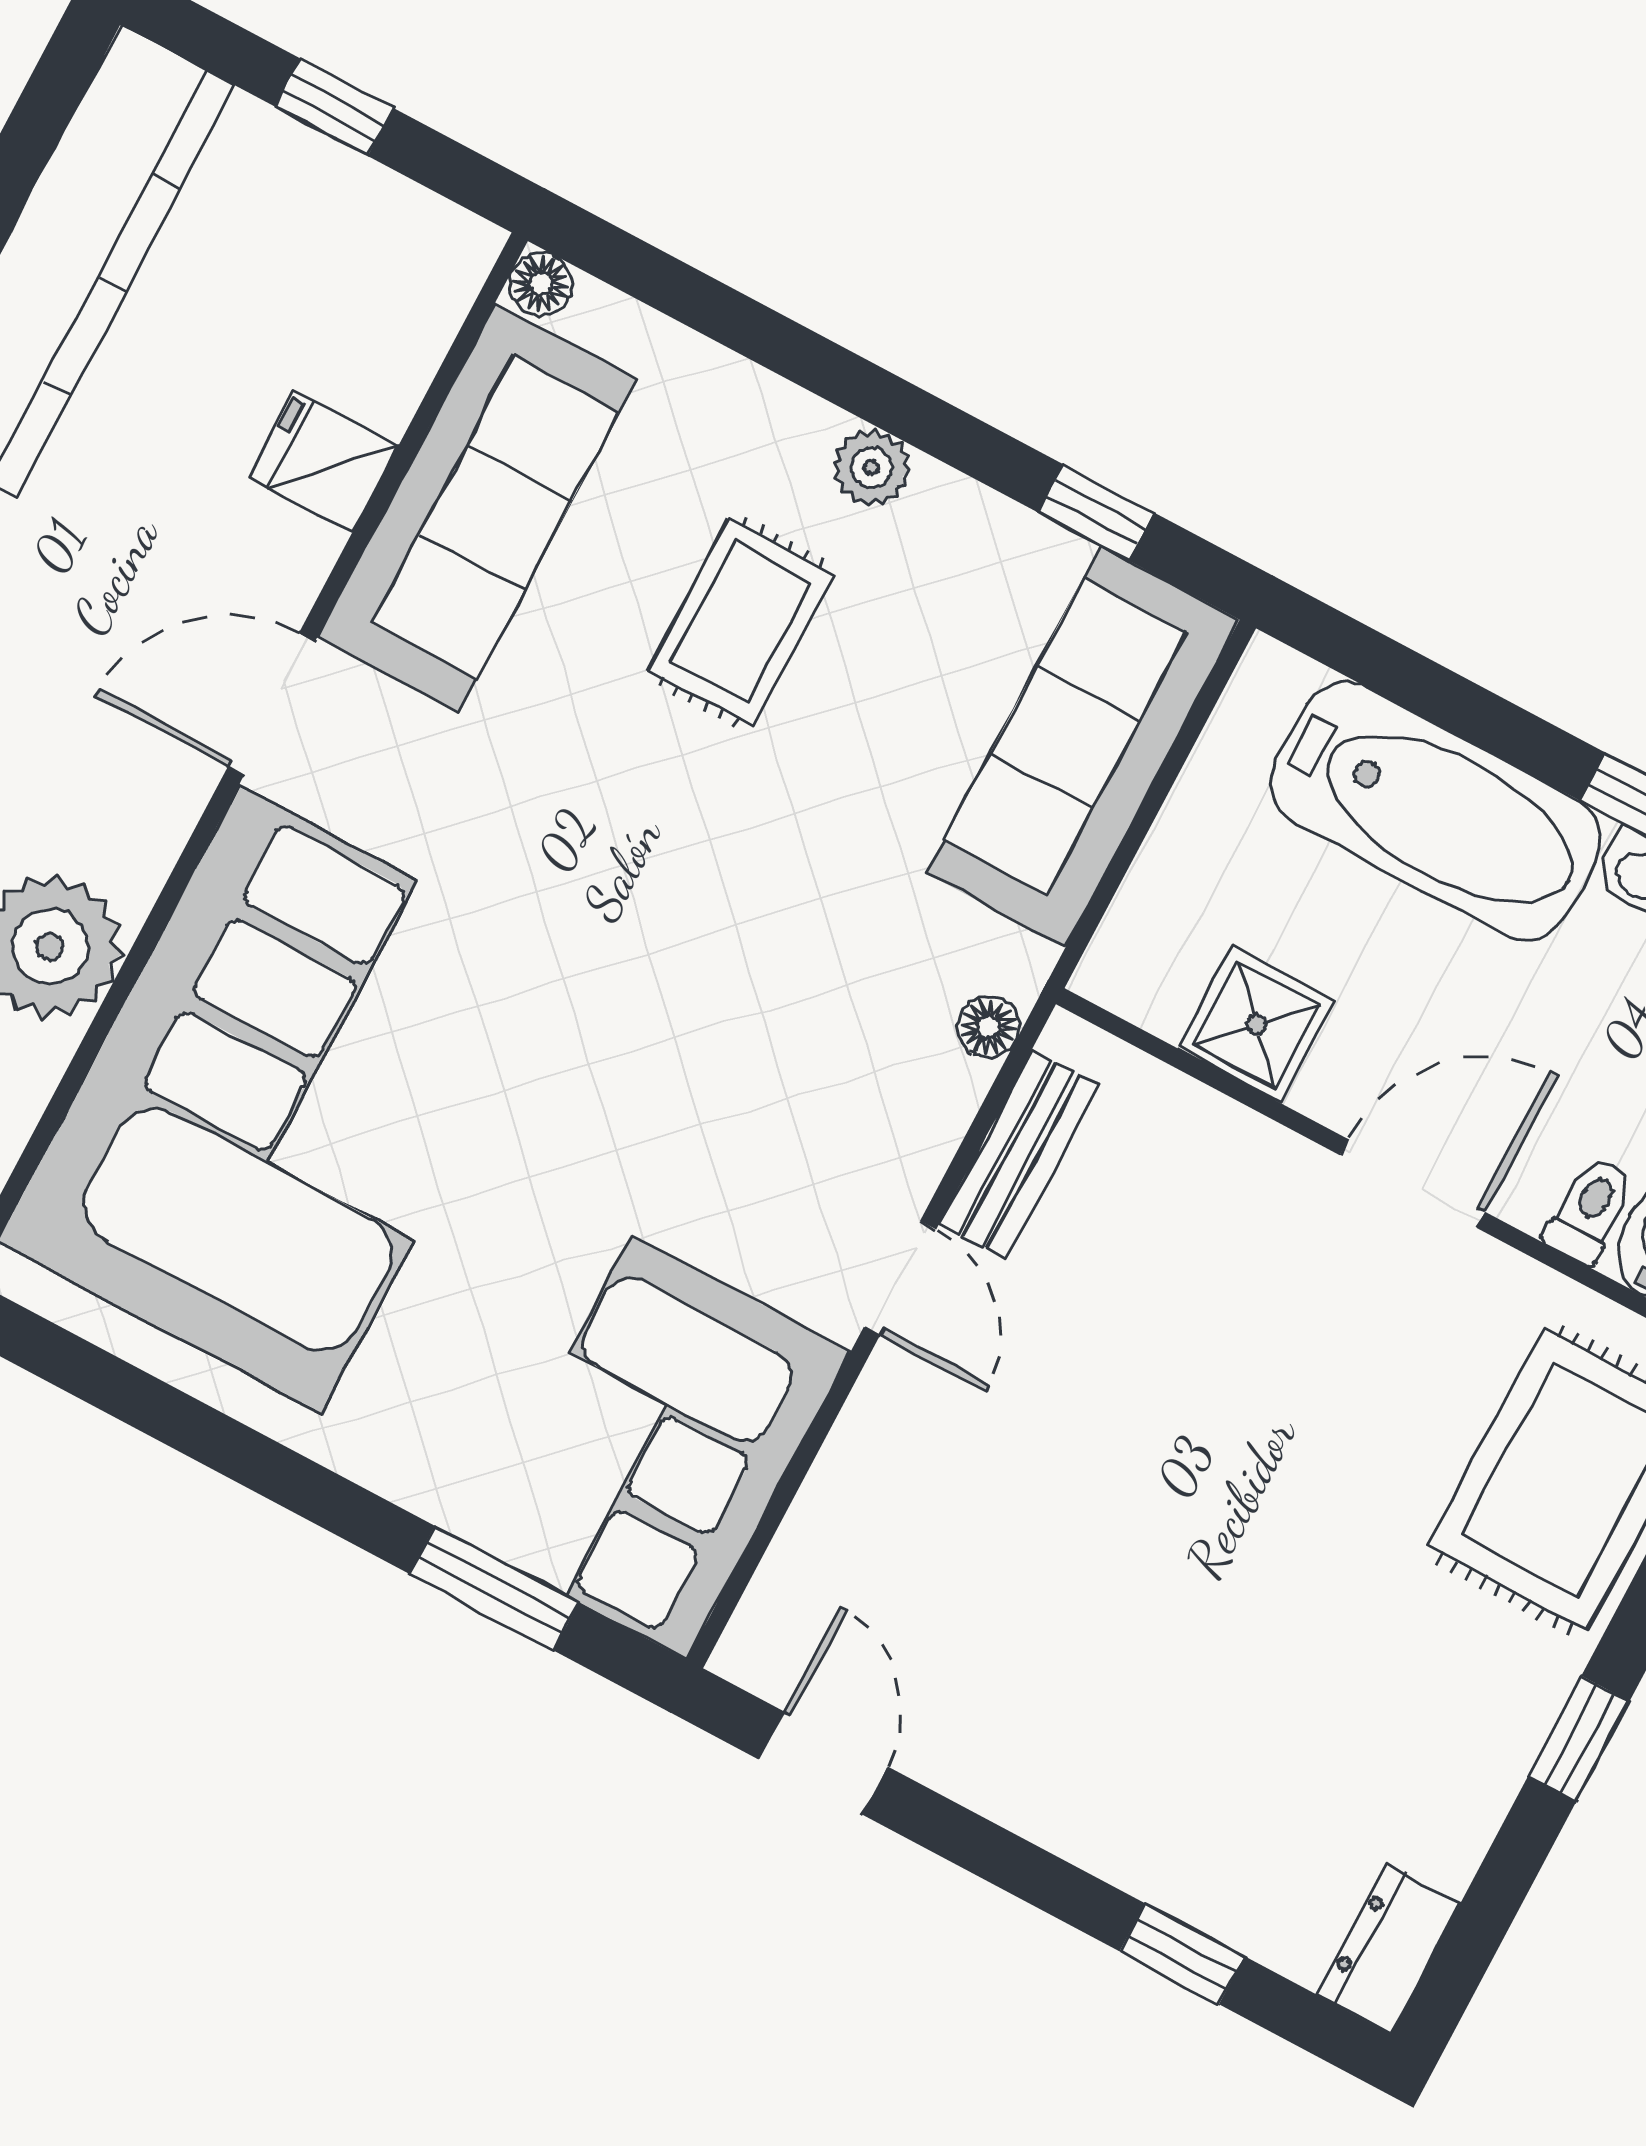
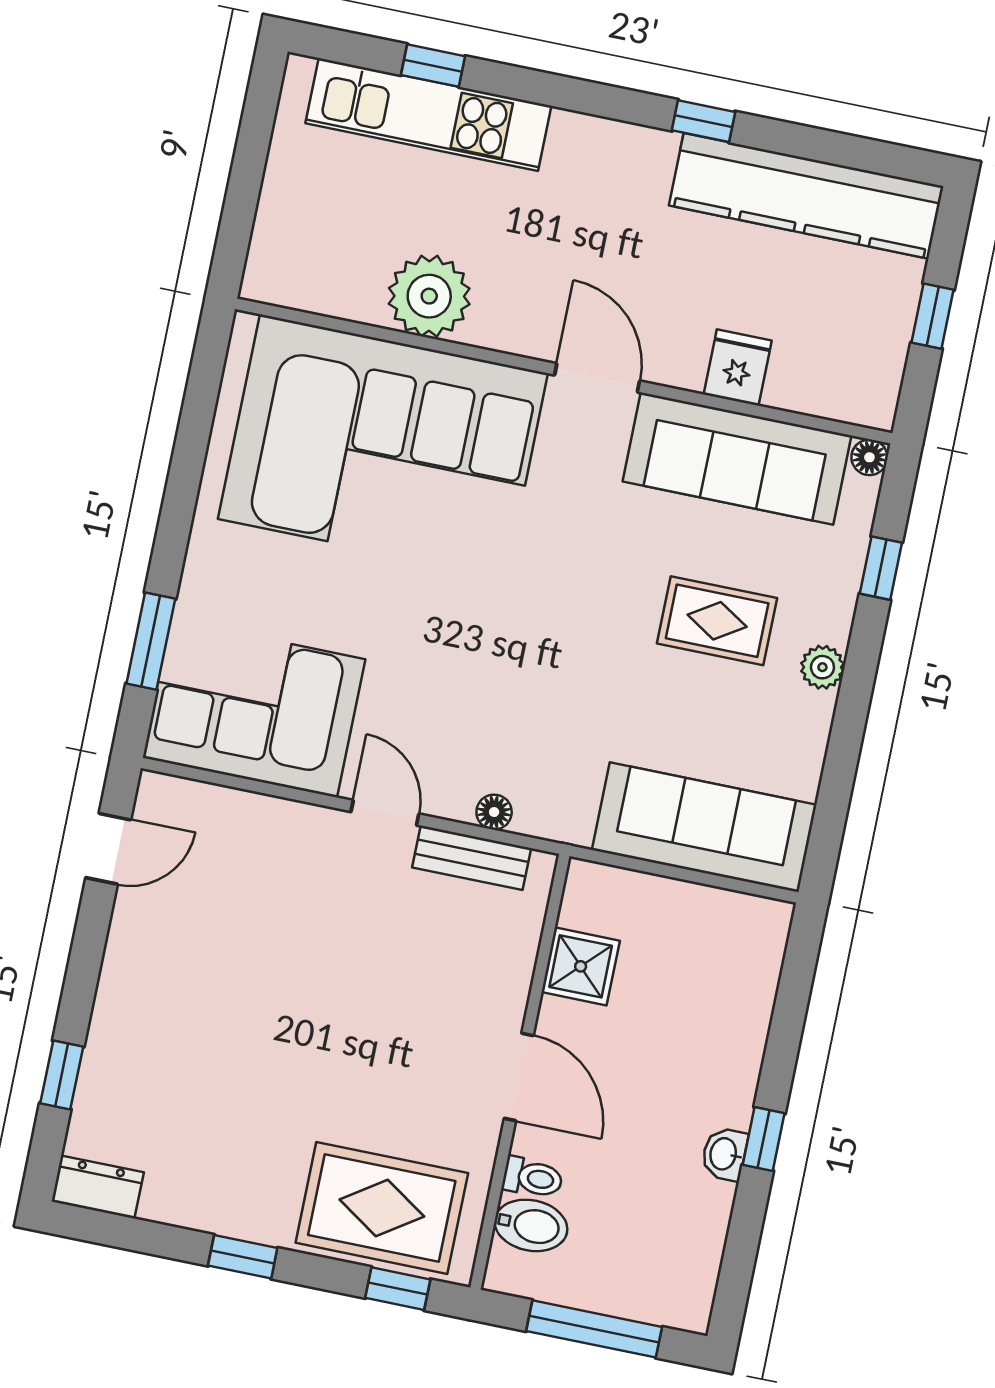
window: (1096, 512) -> (881, 568), moved
bathtub: (1436, 811) -> (726, 1030), removed
floor lamp: (988, 1027) -> (494, 812), moved
door: (900, 1278) -> (385, 813), swing flipped

